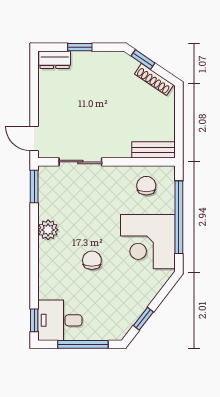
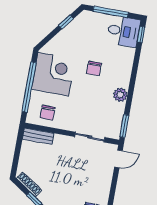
door: (34, 138) -> (118, 159), hinge flipped

